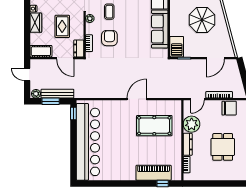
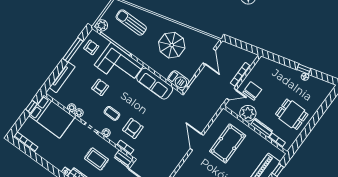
armchair: (109, 38) -> (133, 128), turned 90
door: (198, 99) -> (232, 94), hinge flipped
chair: (229, 108) -> (252, 91), moved
dining table: (223, 147) -> (292, 114), moved

